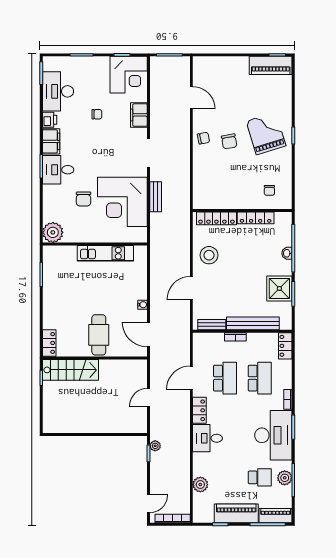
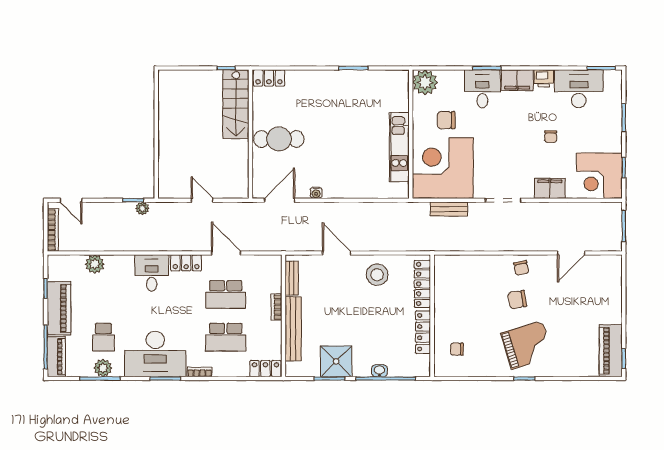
plant: (53, 232) -> (425, 82), moved
wall: (95, 244) -> (411, 134), moved
kitchen unit: (105, 253) -> (399, 147), moved

